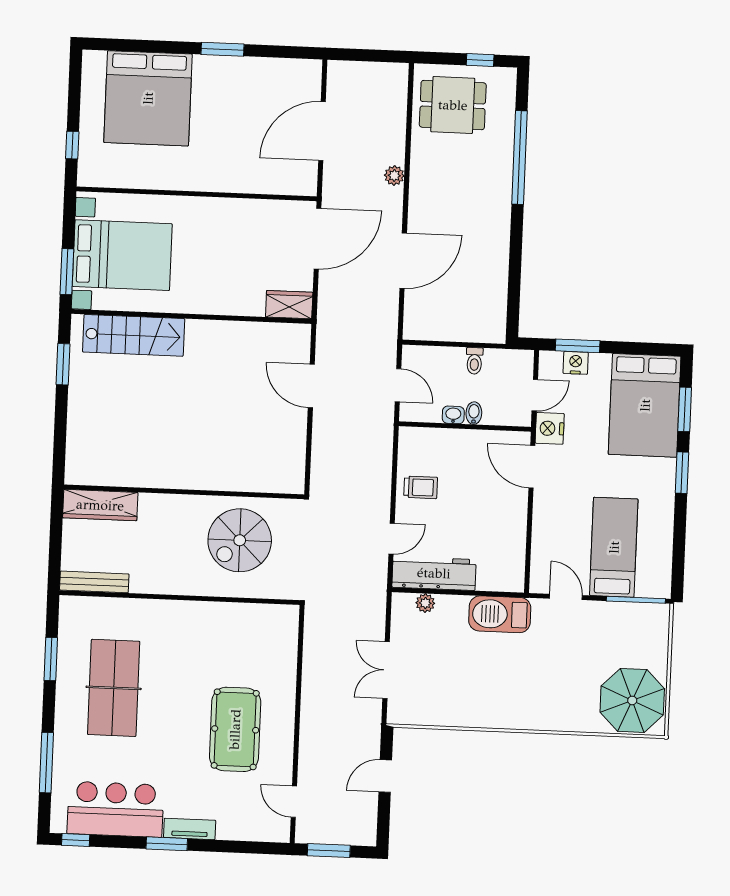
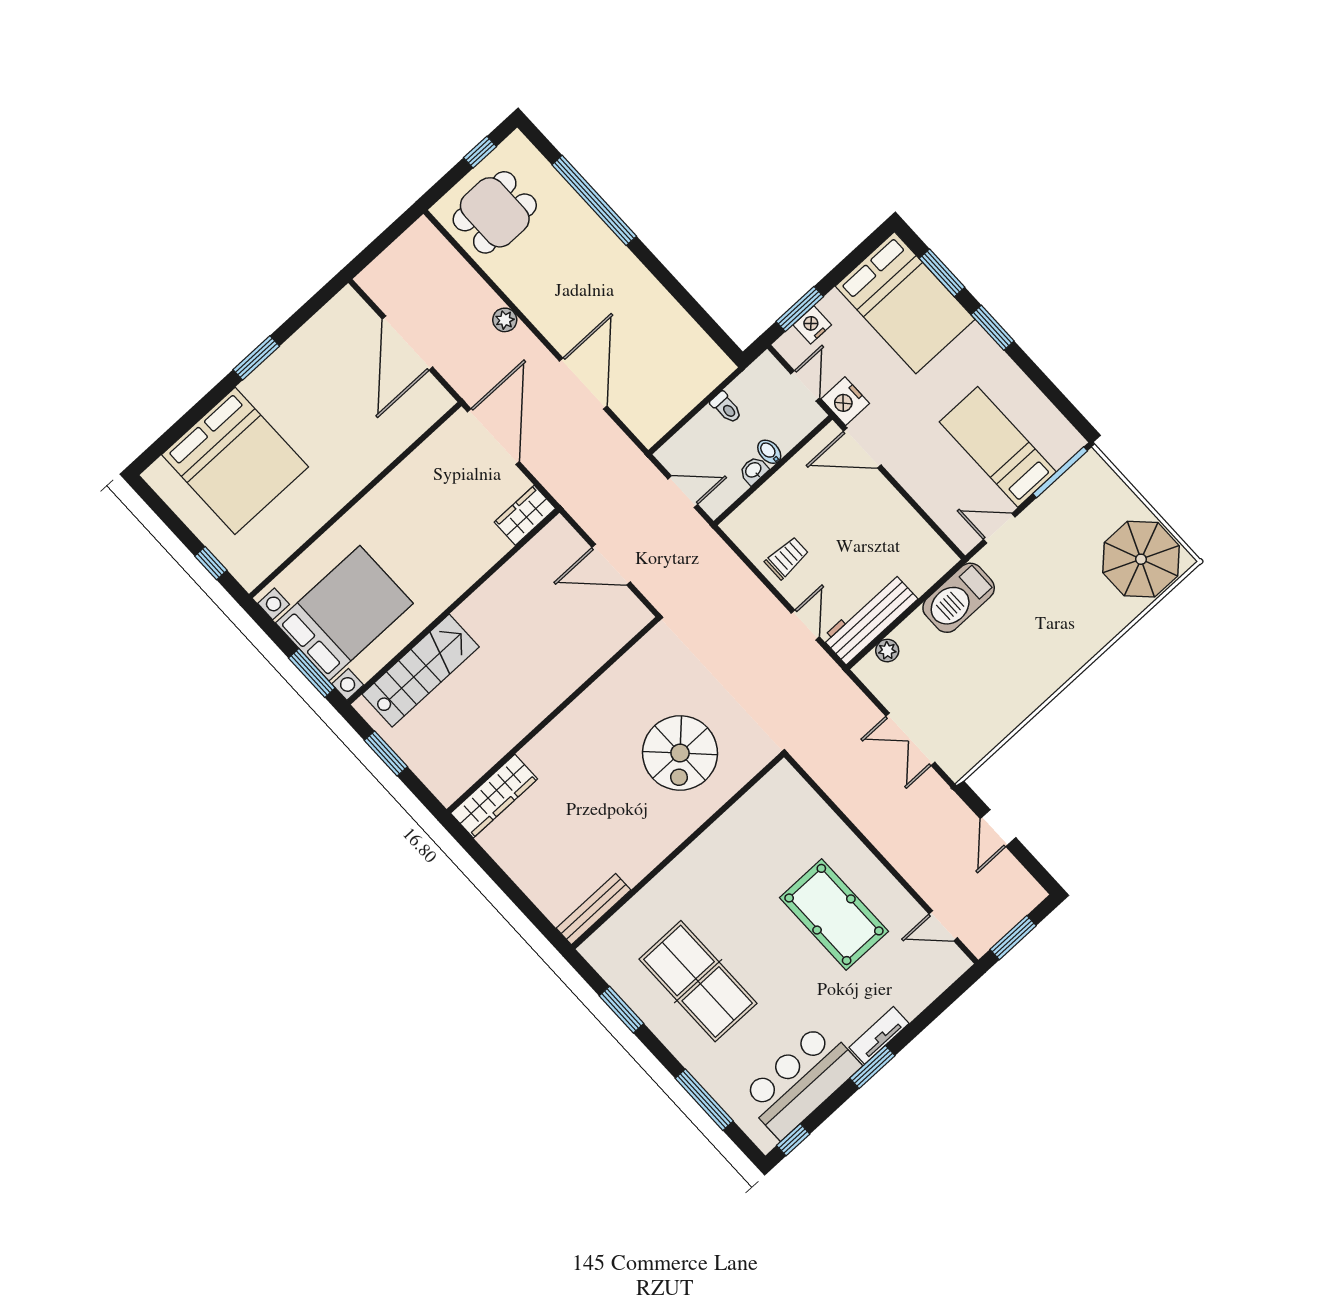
wall: (184, 492) -> (553, 715), moved
wardrobe: (100, 505) -> (494, 796), moved

